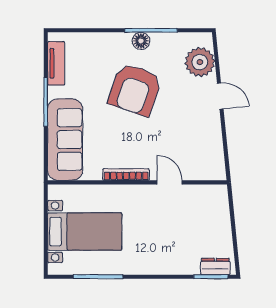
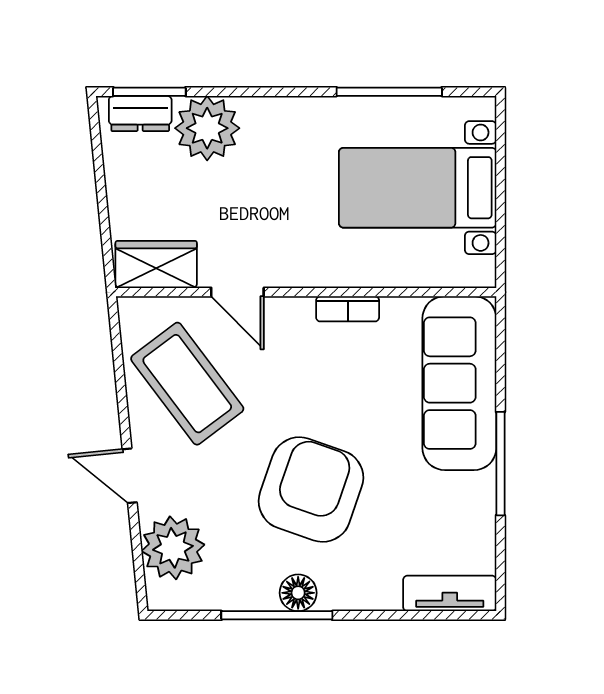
tv unit: (56, 63) -> (450, 593), moved, turned 90
coffee table: (193, 139) -> (187, 384), added
bookcase: (126, 175) -> (348, 309), width x0.64
wardrobe: (208, 195) -> (156, 264), added
plant: (184, 260) -> (207, 128), added

